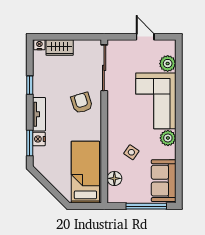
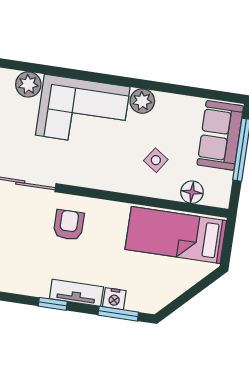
window: (30, 85) -> (53, 304), moved
armchair: (82, 103) -> (69, 225), turned 107
sofa: (164, 181) -> (220, 135), moved, turned 90

